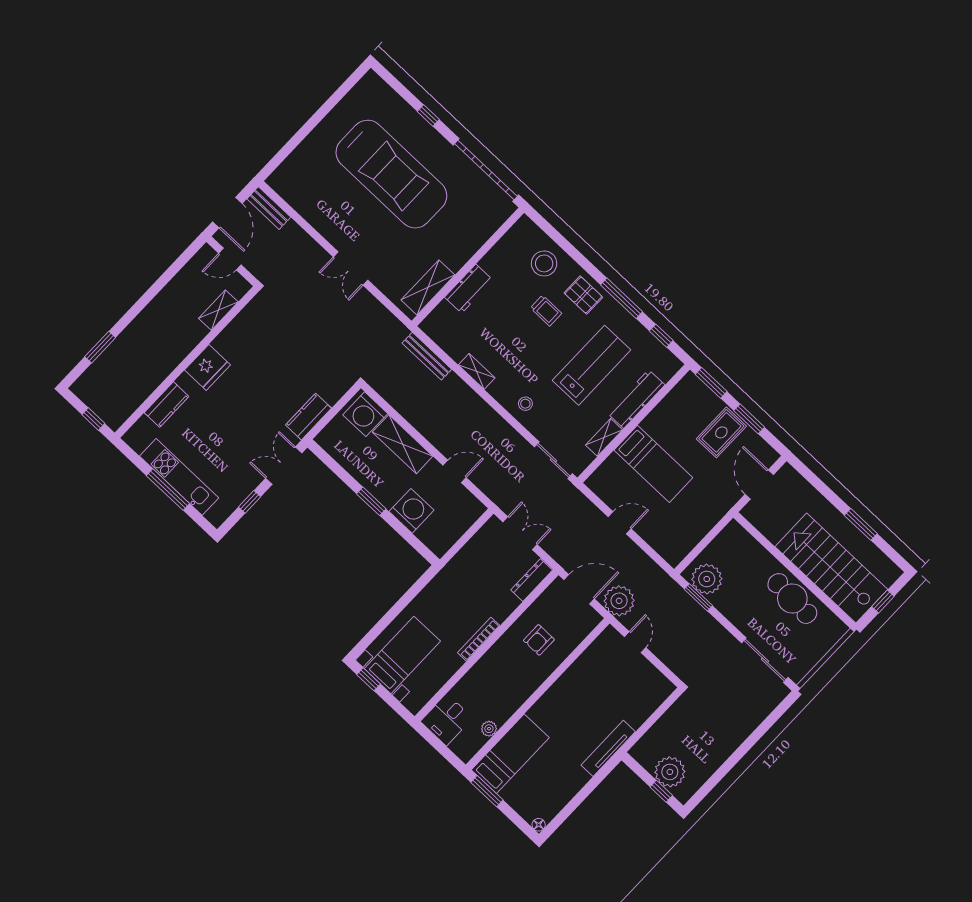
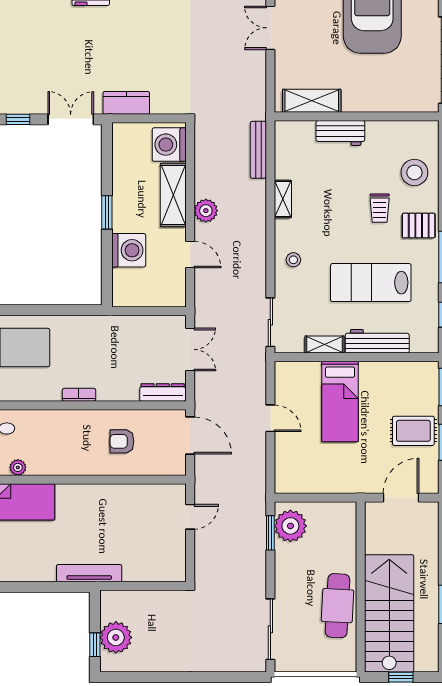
pallet: (583, 295) -> (419, 226), turned 90
lab bench: (592, 365) -> (371, 283), turned 180
plant: (619, 601) -> (206, 211), moved, width x0.73, depth x0.73
bookcase: (479, 639) -> (79, 395), width x0.64

